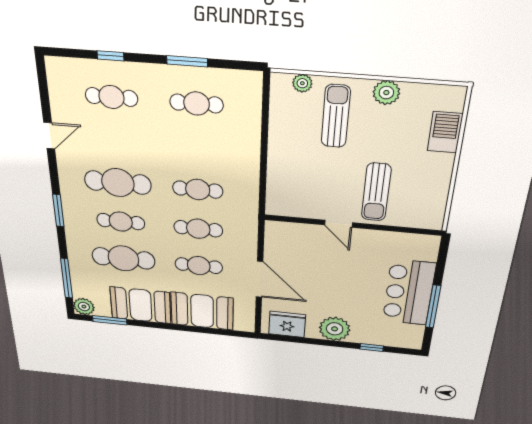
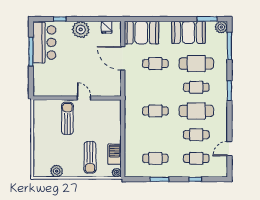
plant: (302, 83) -> (117, 173), moved
plant: (386, 93) -> (57, 171), moved
barbecue: (445, 132) -> (114, 154), moved, turned 180
door: (49, 136) -> (229, 149), moved
cafe table: (198, 229) -> (196, 135), moved
bar counter: (409, 293) -> (44, 42), moved
booth: (202, 311) -> (141, 33), moved
fridge: (287, 324) -> (107, 27), width x0.53, depth x0.75

